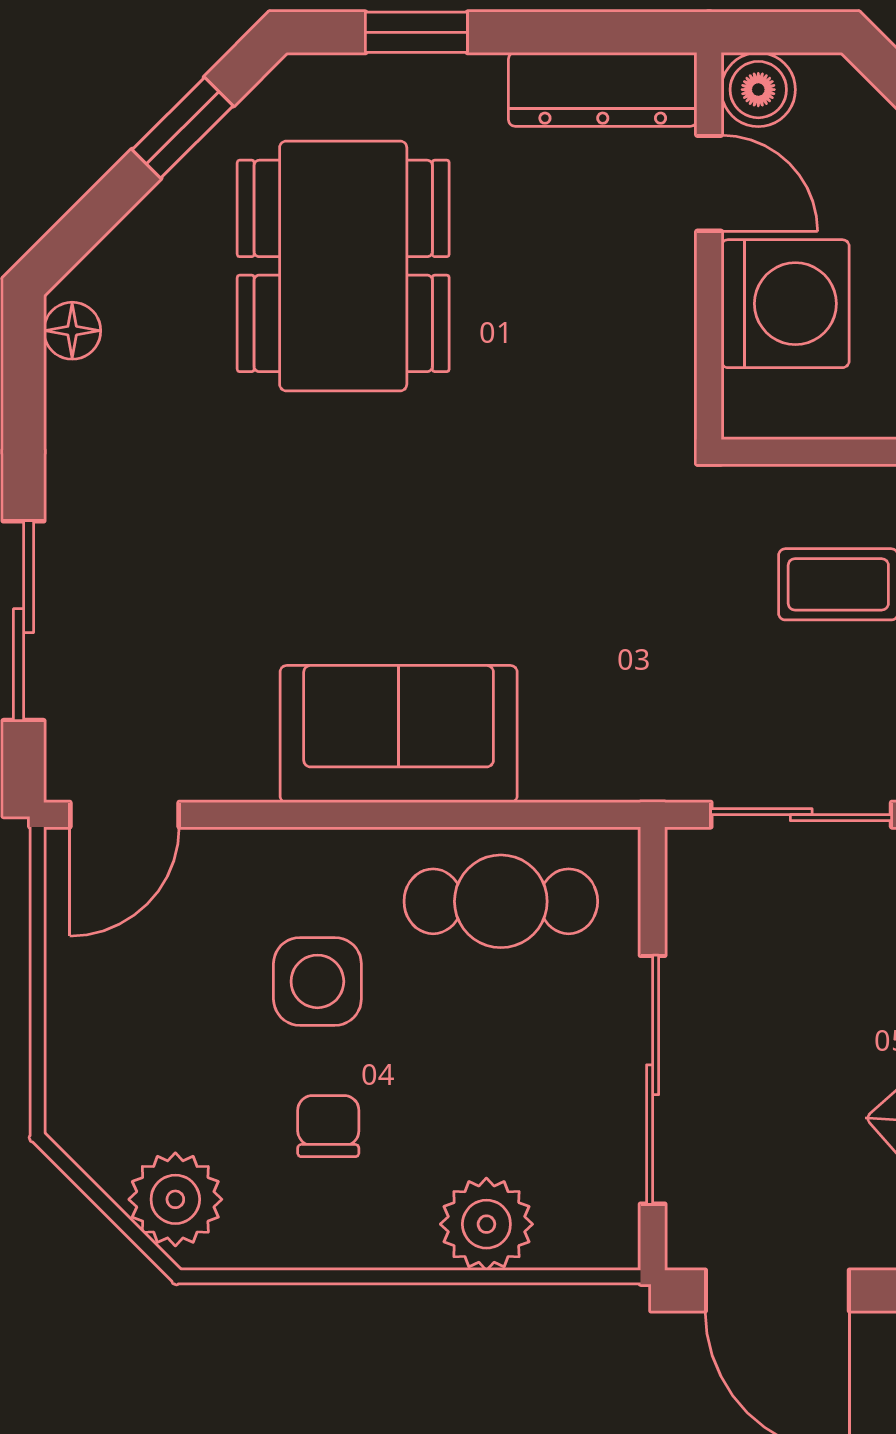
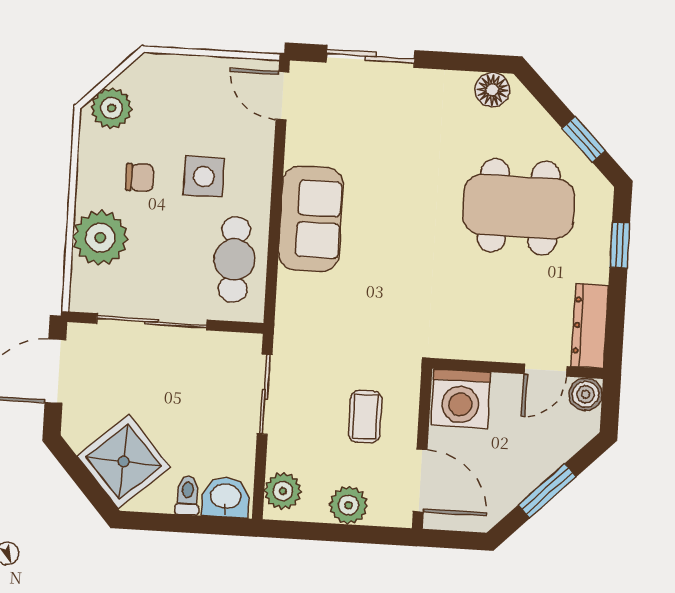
washing machine: (785, 304) -> (461, 399), moved
floor lamp: (72, 331) -> (492, 90), width x1.37, depth x1.37
plant: (486, 1224) -> (100, 238), width x1.36, depth x1.36

